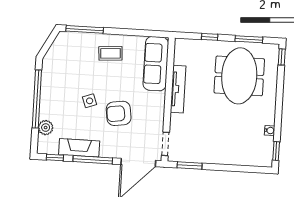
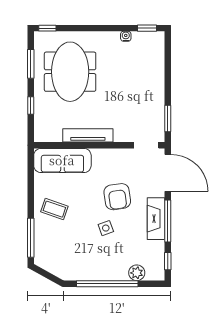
coffee table: (110, 53) -> (54, 209), turned -67
meeting table: (239, 76) -> (70, 72), turned 90
fireplace: (79, 148) -> (156, 219), moved

